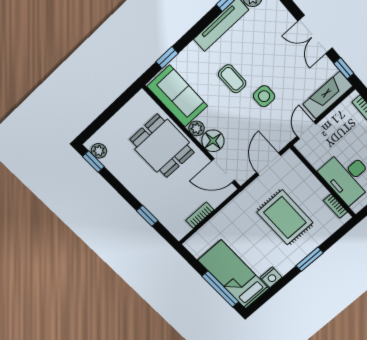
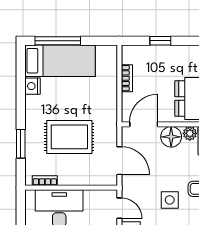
window: (310, 259) -> (21, 144), moved

